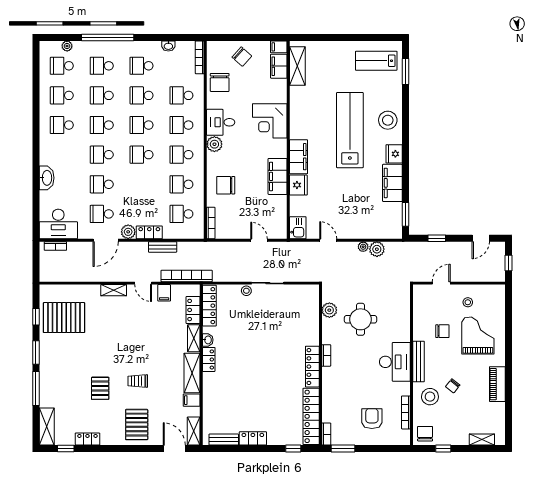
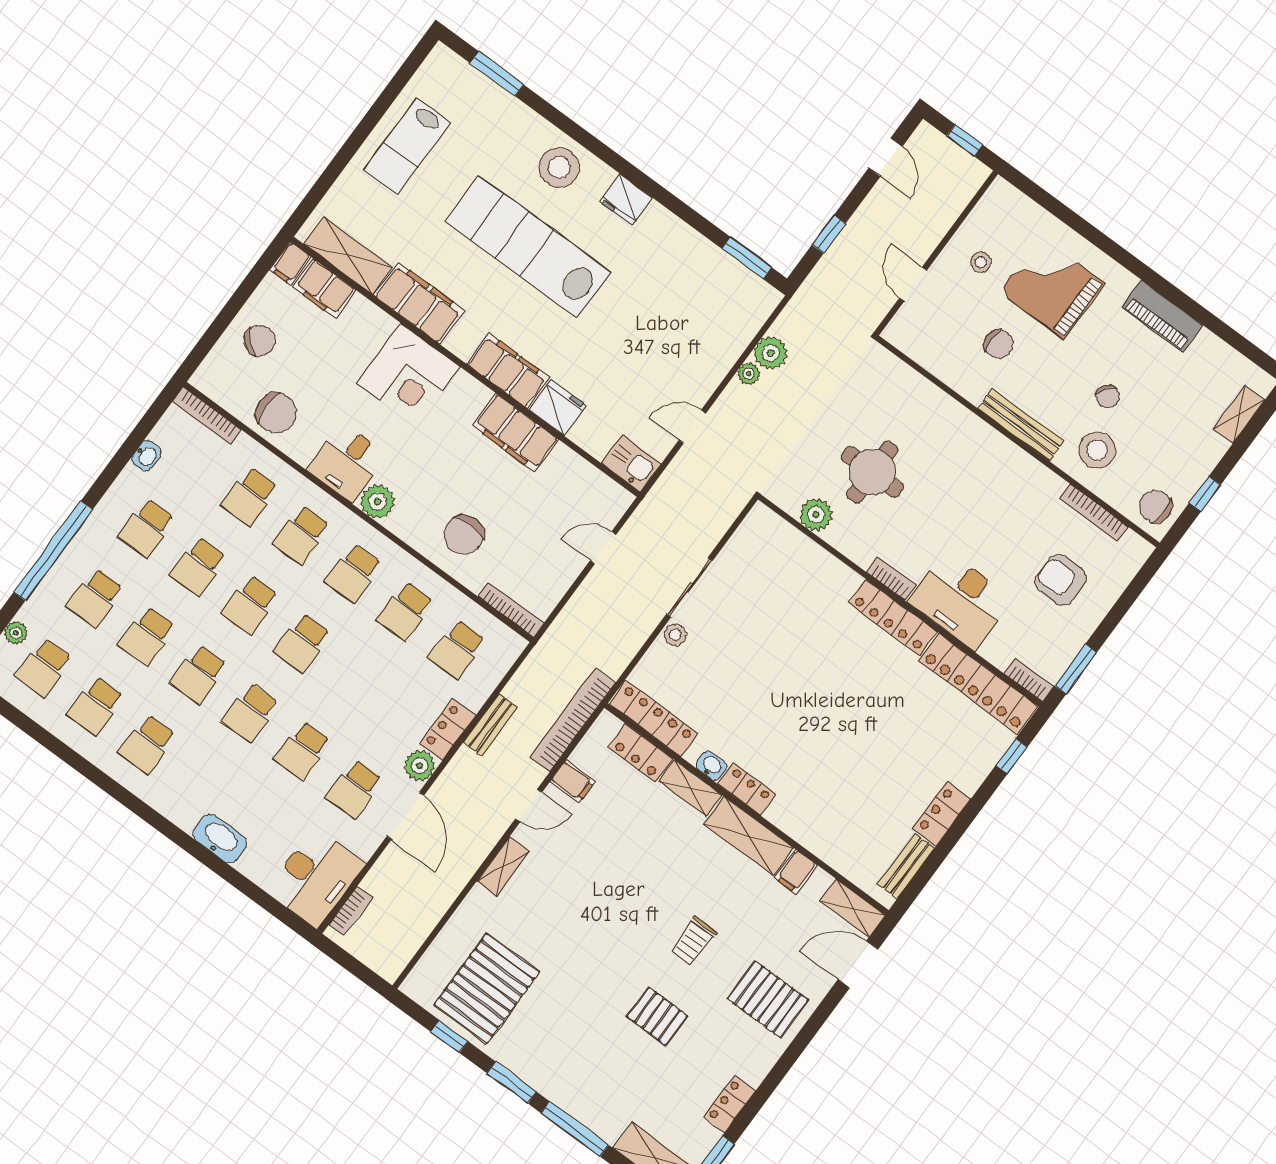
lab bench: (376, 61) -> (407, 146), moved
filing cabinet: (392, 183) -> (419, 303), moved, turned 180
chair: (442, 331) -> (999, 344), turned 90
desk: (395, 362) -> (960, 600), moved, turned 180

